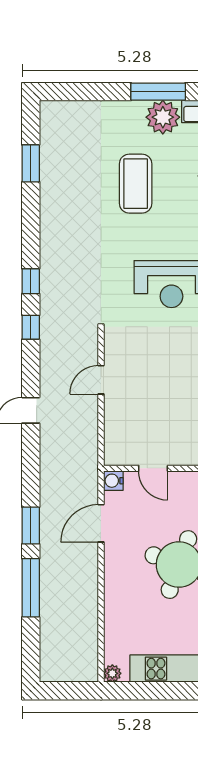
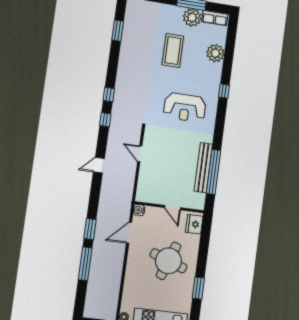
door: (101, 380) -> (140, 154), hinge flipped
door: (153, 468) -> (173, 208), moved

